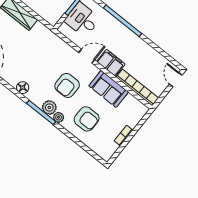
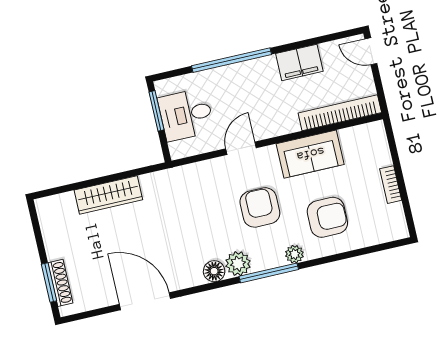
filing cabinet: (111, 63) -> (299, 62), moved, turned 180
armchair: (67, 85) -> (260, 207), turned 180
plant: (49, 107) -> (238, 264), moved

